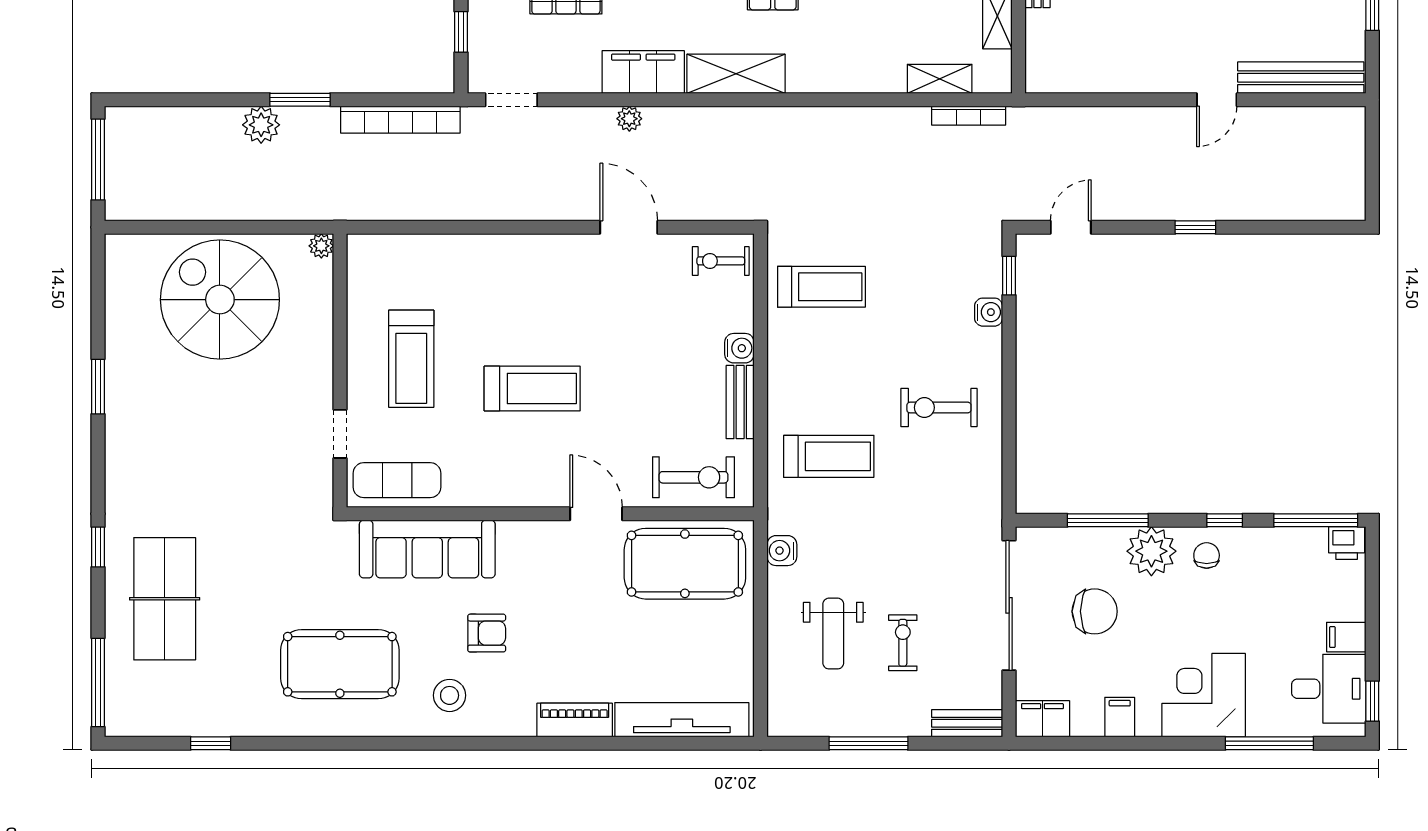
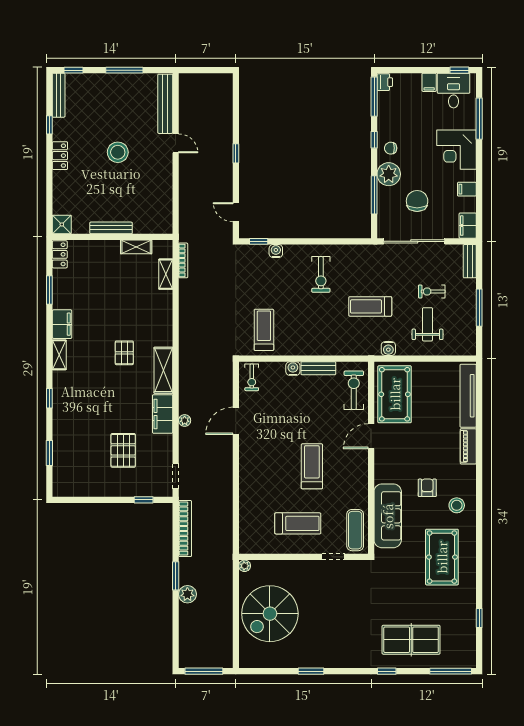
treadmill: (829, 456) -> (370, 306), moved, turned -90
weight bench: (833, 634) -> (427, 324), turned -90

